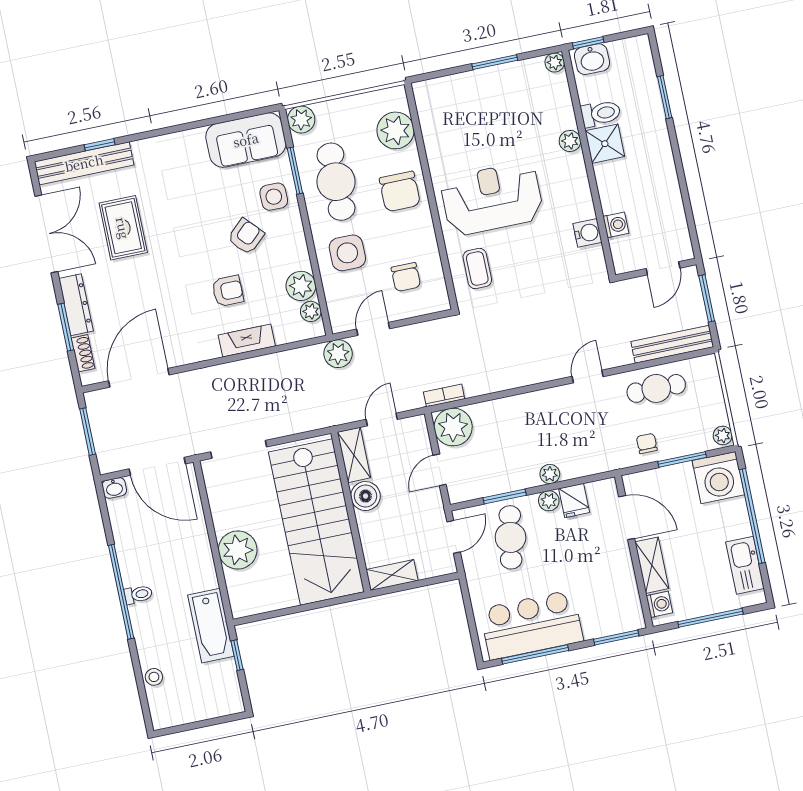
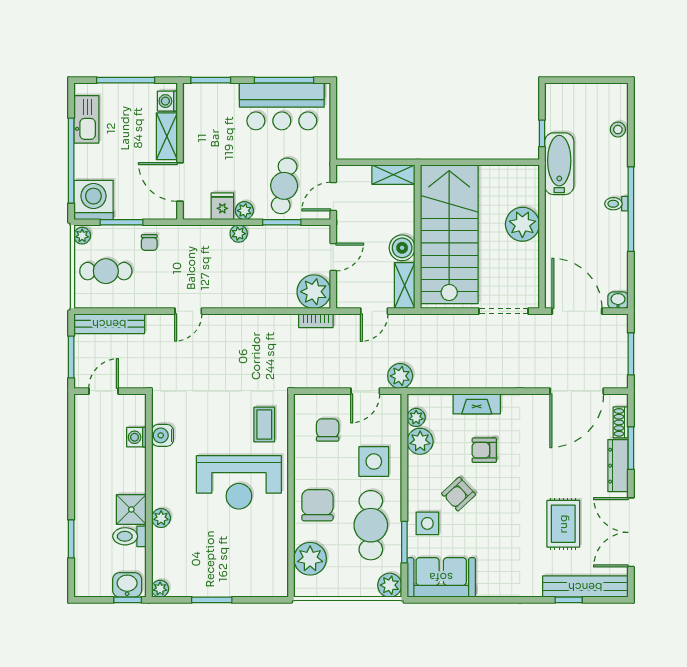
cafe table: (656, 388) -> (106, 271), moved

